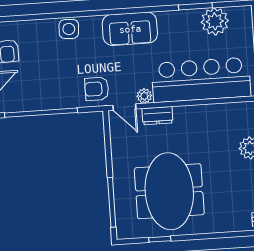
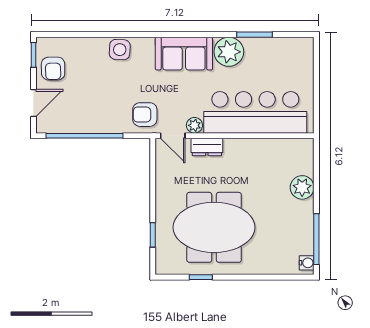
plant: (215, 21) -> (229, 52), moved
meeting table: (169, 191) -> (214, 227), turned 90
window: (112, 202) -> (153, 235), width x0.46

